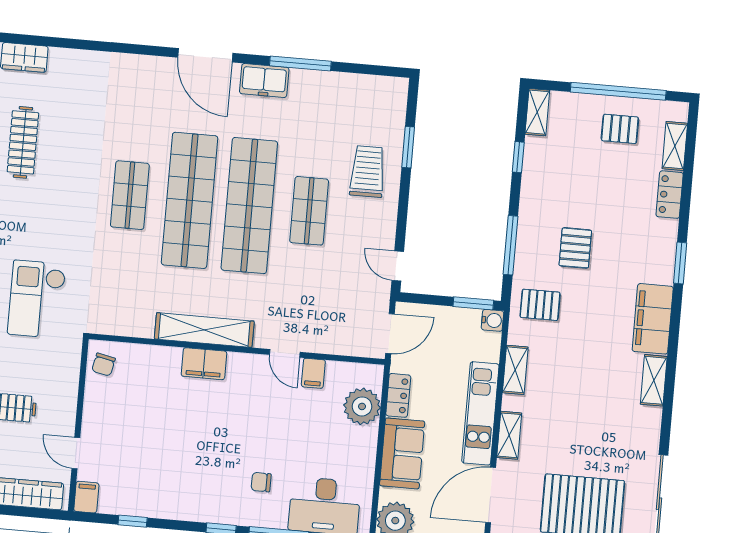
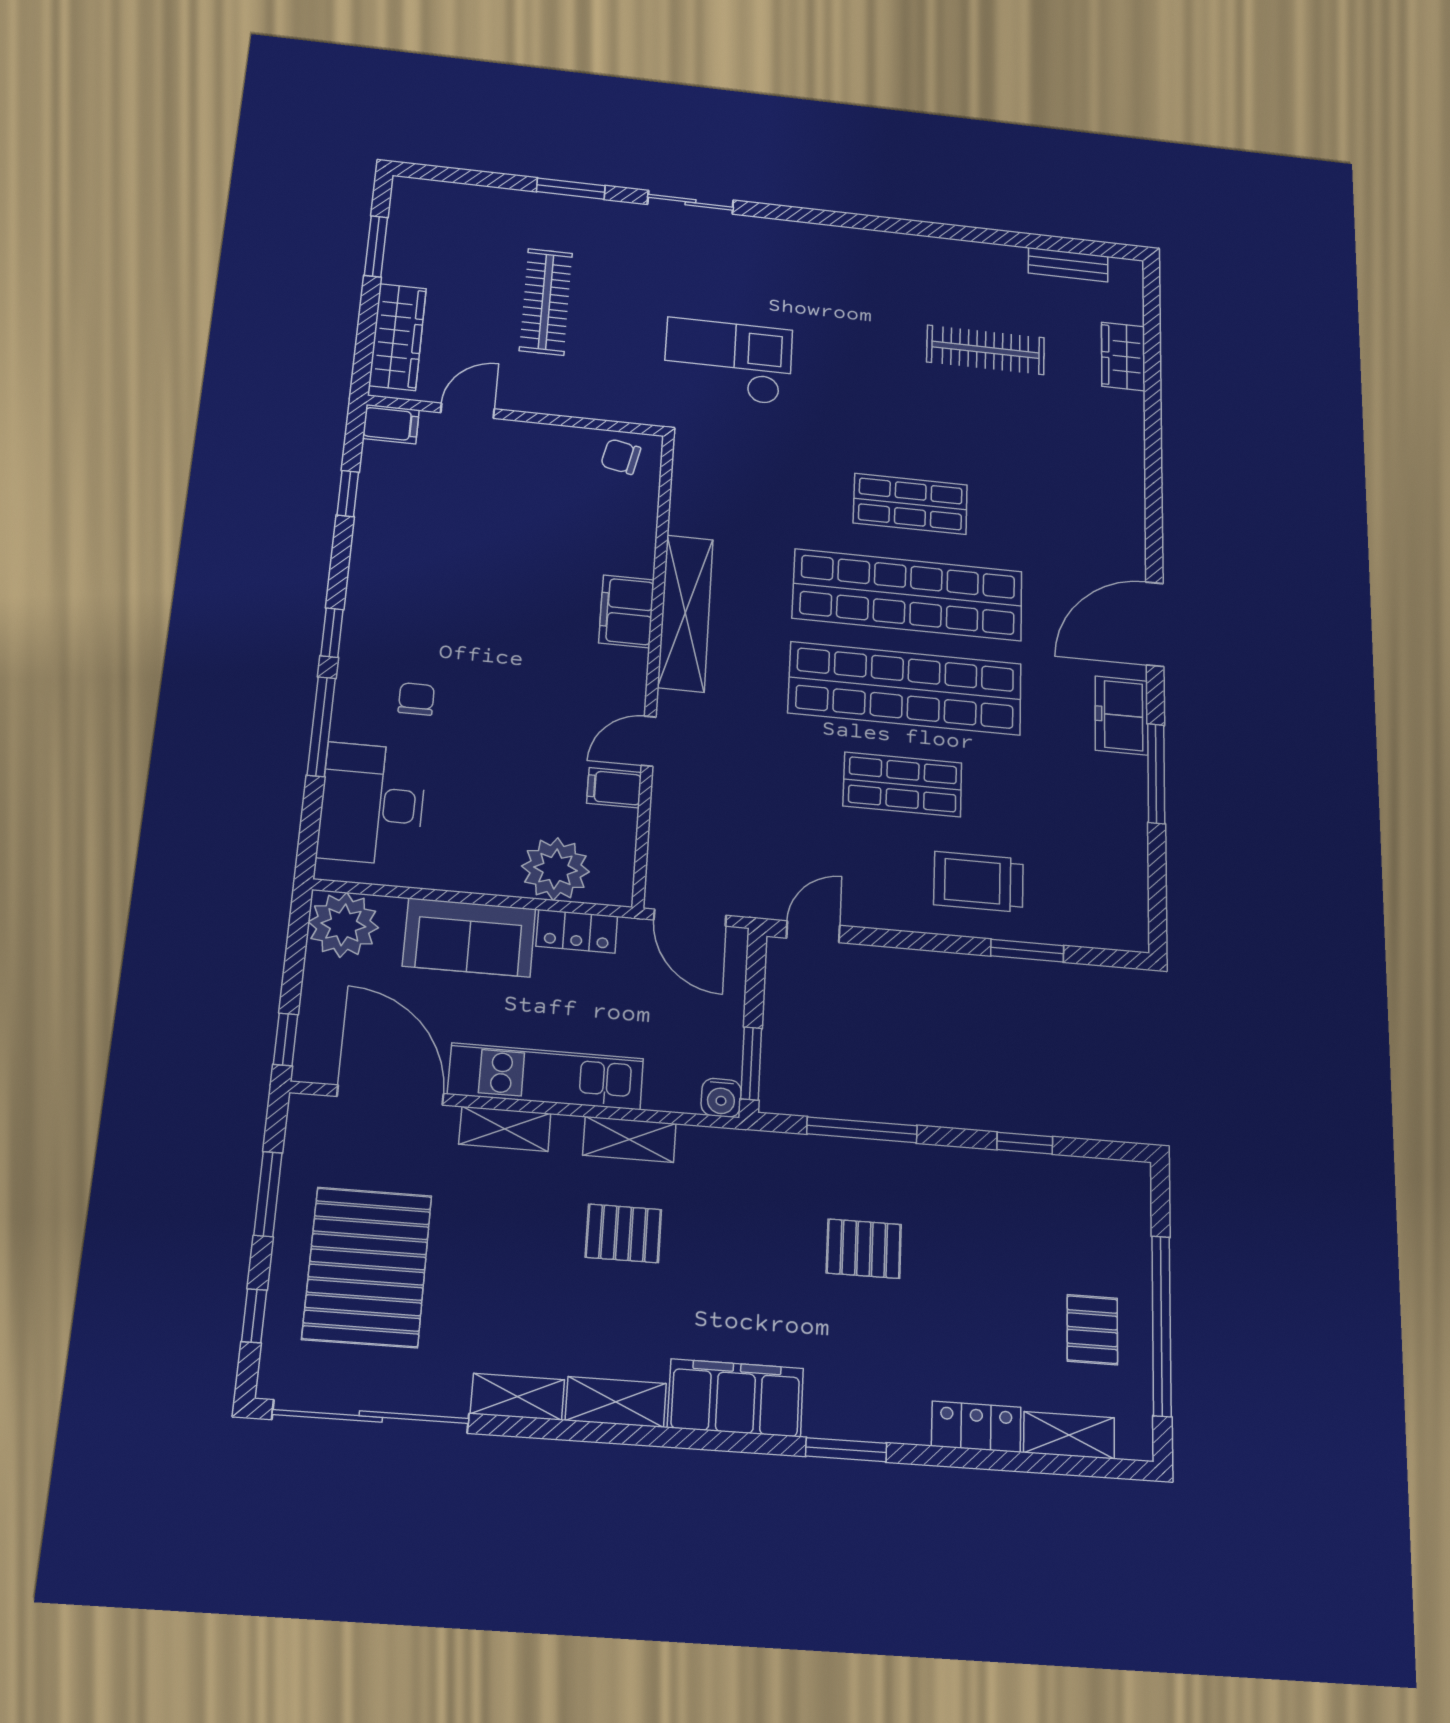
shelving: (537, 112) -> (517, 1397), moved
trolley: (368, 172) -> (979, 882), turned 180
pallet: (540, 305) -> (623, 1233), moved, turned 90

